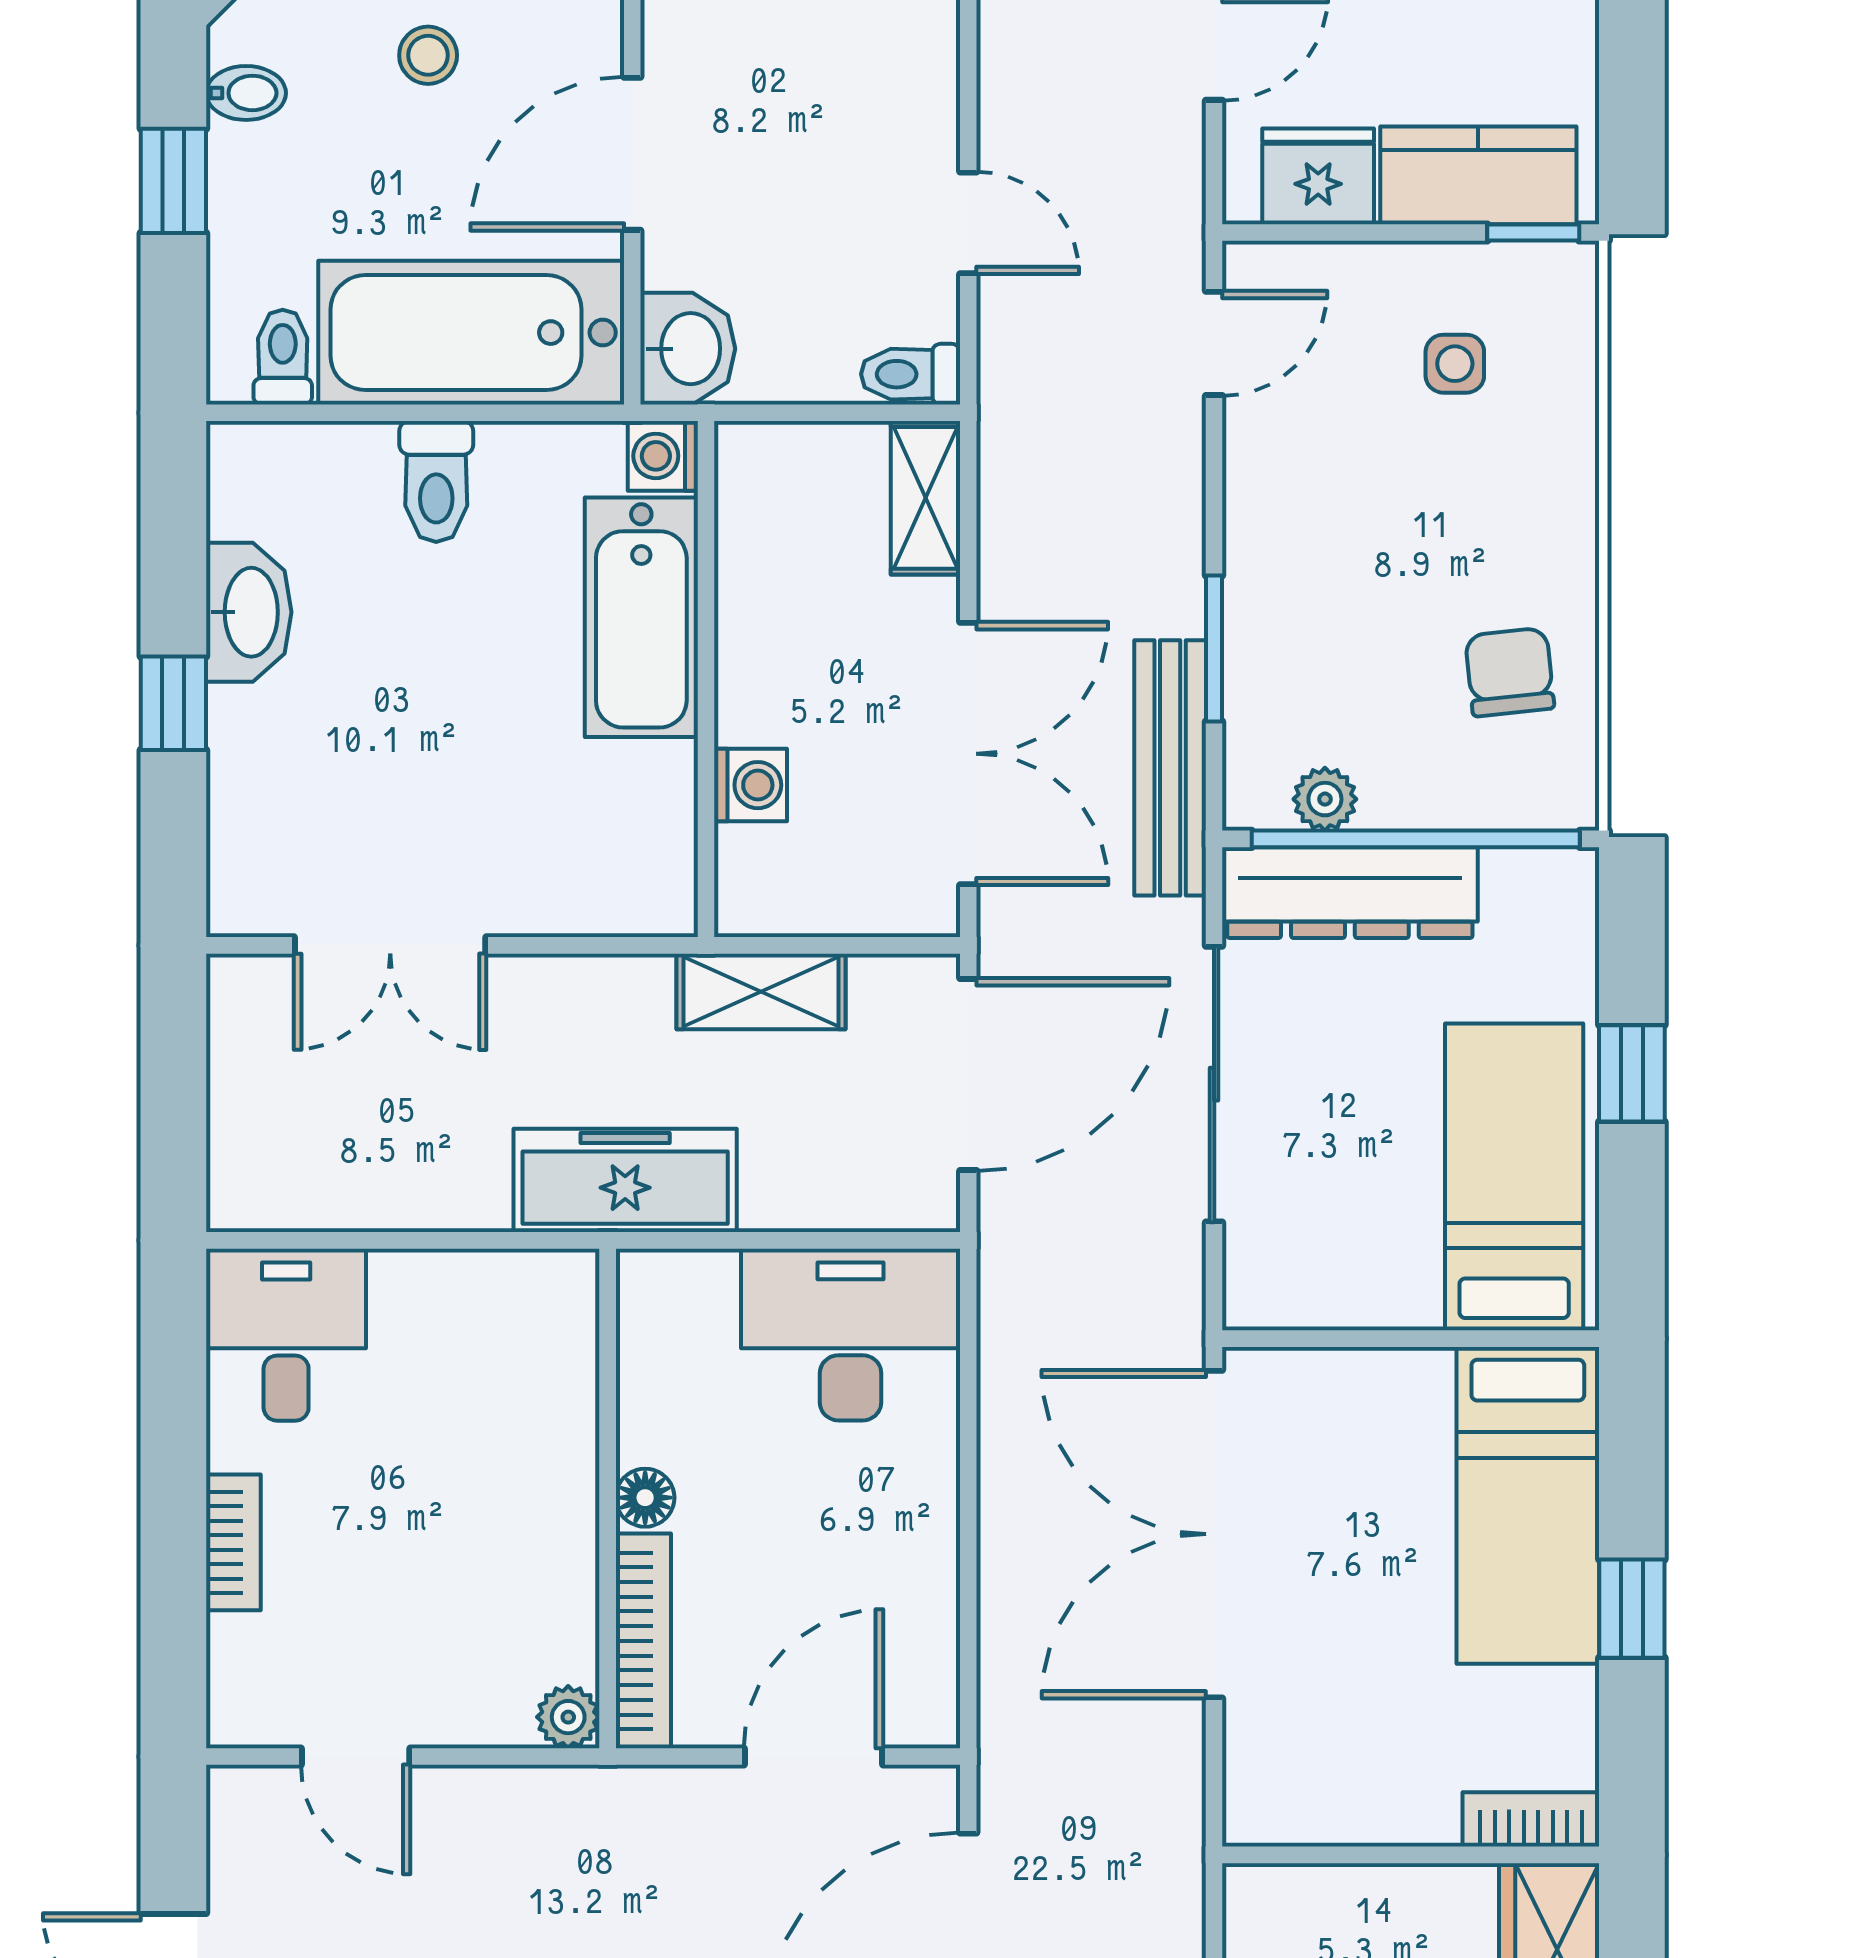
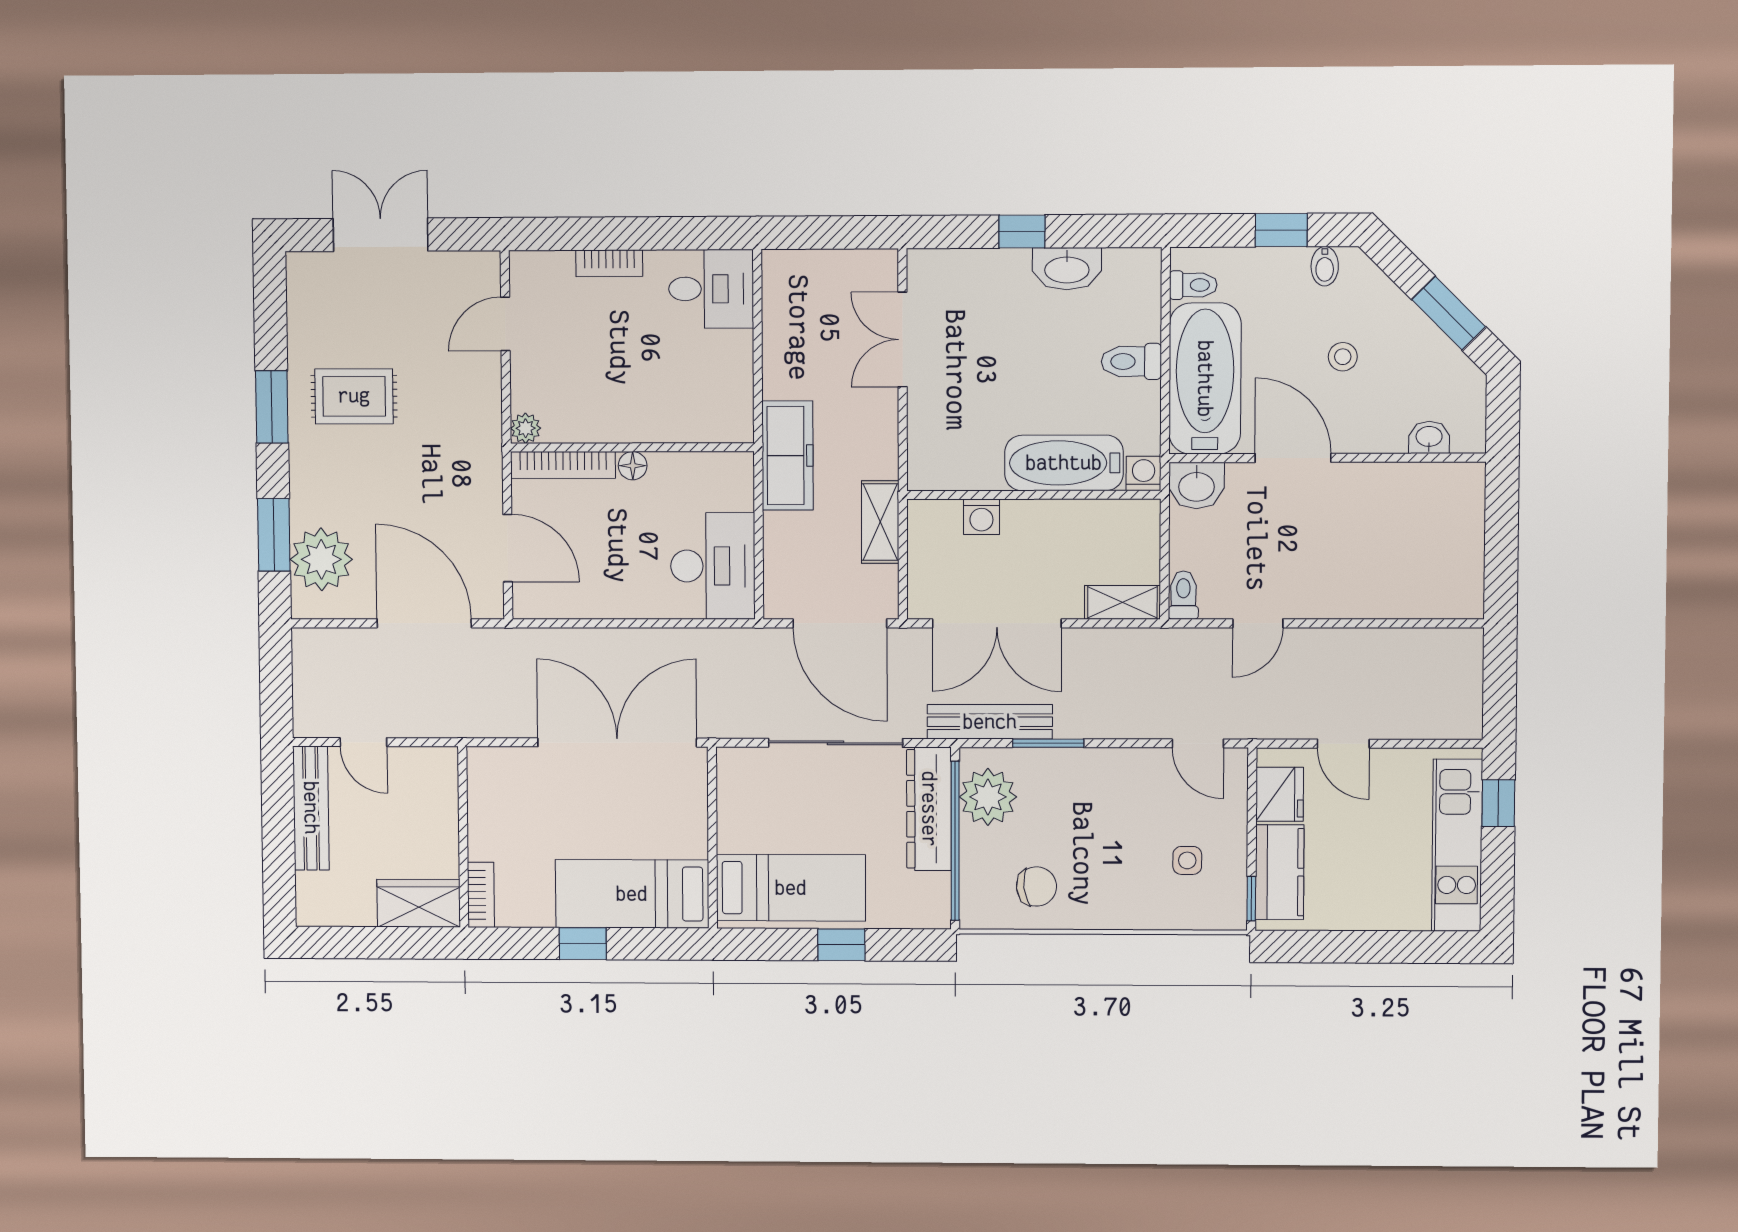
plant: (1325, 799) -> (988, 797), width x1.88, depth x1.88

